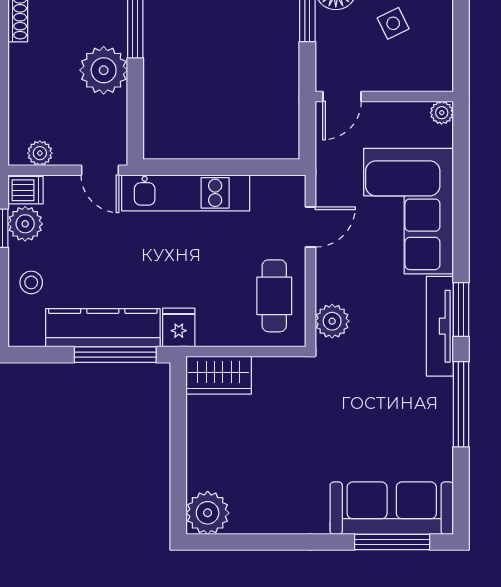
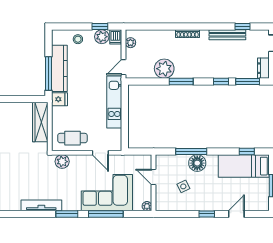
door: (342, 96) -> (154, 177), moved
tv unit: (440, 326) -> (41, 205), moved
wardrobe: (219, 375) -> (40, 122), width x1.50
window: (461, 404) -> (106, 214), moved

